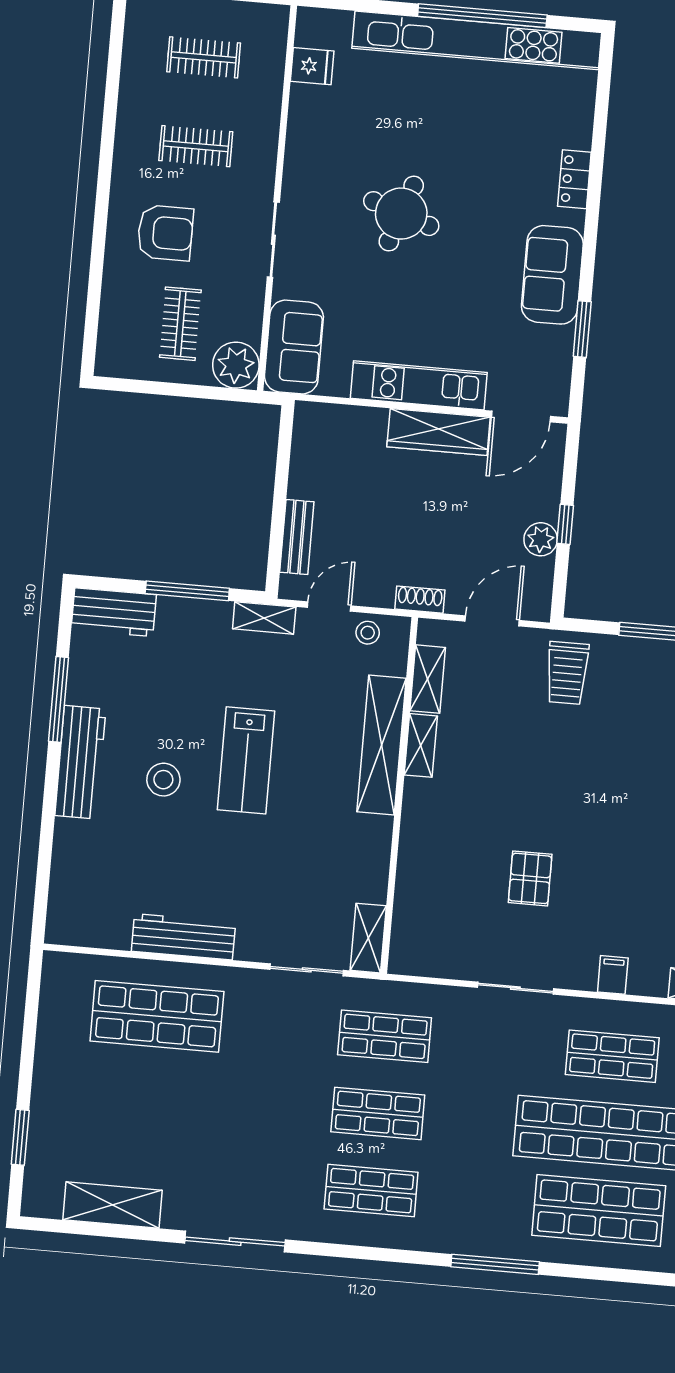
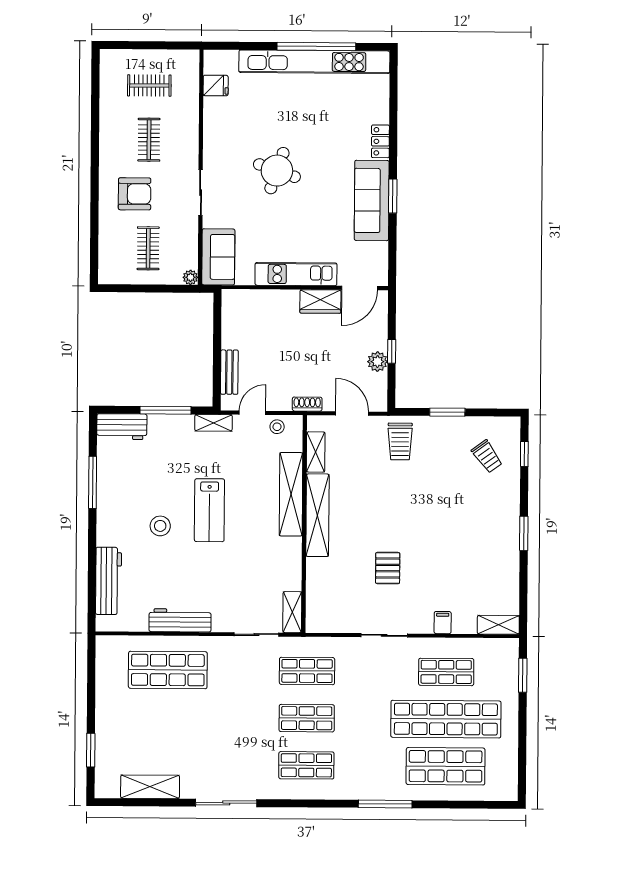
clothes rail: (196, 146) -> (149, 140), turned 90
sofa: (552, 275) -> (372, 200), width x1.36
window: (582, 329) -> (393, 196), moved
plant: (236, 365) -> (190, 277), width x0.53, depth x0.53
wardrobe: (439, 432) -> (320, 301), width x0.67
door: (492, 621) -> (352, 413), hinge flipped
shelving: (421, 745) -> (317, 515), width x2.20, depth x1.33
workbench: (80, 762) -> (108, 581), moved

